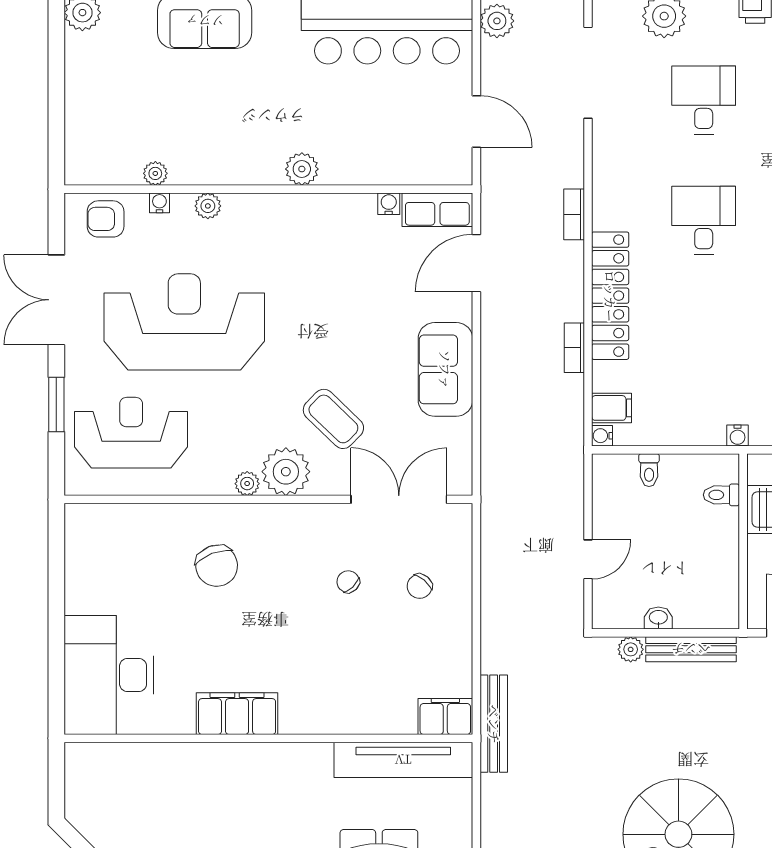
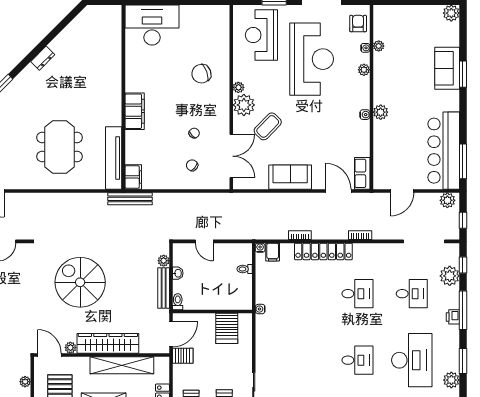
water cooler: (389, 204) -> (365, 115), moved
reception desk: (131, 433) -> (261, 35), turned 180
toilet: (721, 495) -> (178, 302), moved
filing cabinet: (237, 714) -> (135, 111), moved

